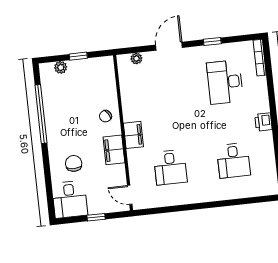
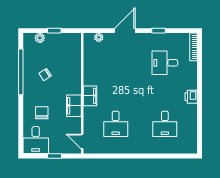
desk: (225, 82) -> (165, 63), width x0.73
chair: (105, 116) -> (45, 75), moved

